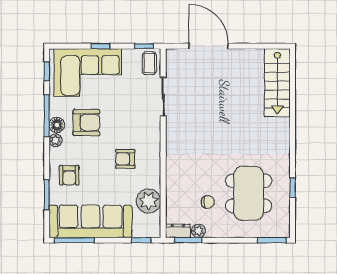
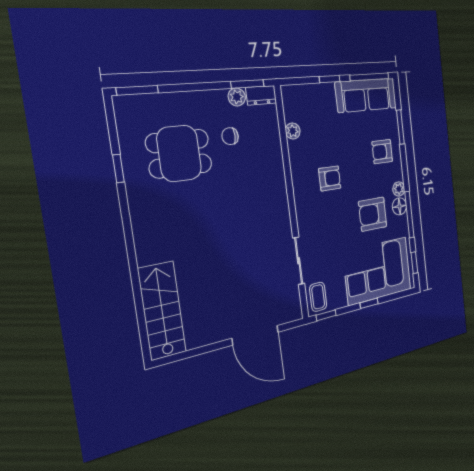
armchair: (69, 175) -> (382, 152), turned -90
dining table: (249, 193) -> (179, 154), width x0.73
plant: (149, 201) -> (293, 131), width x0.53, depth x0.53
sofa: (90, 221) -> (366, 95), width x0.74, depth x0.79
window: (141, 240) -> (330, 79), moved

